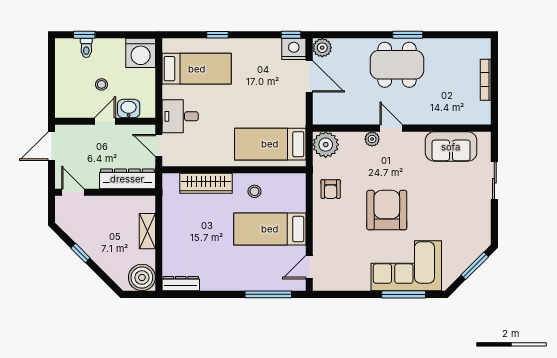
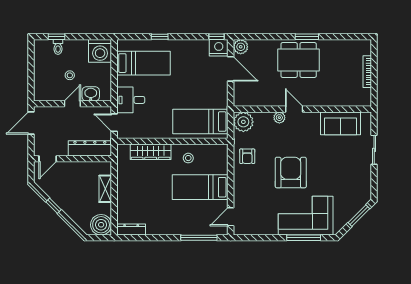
door: (73, 192) -> (48, 159), swing flipped

